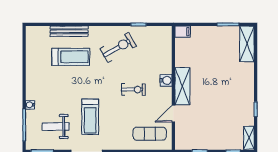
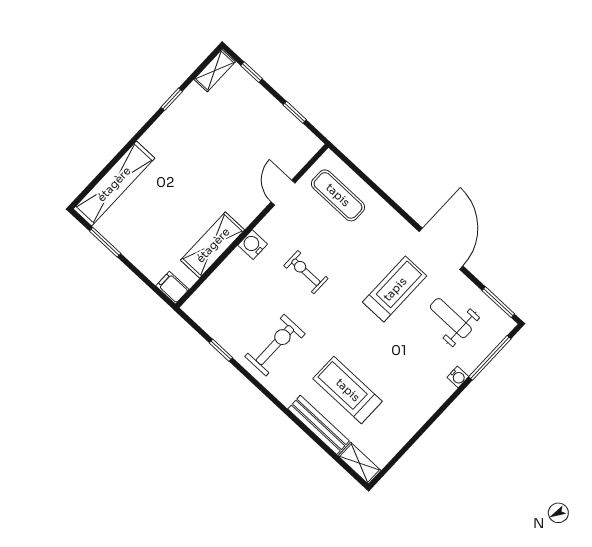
shelving: (37, 31) -> (360, 463), added
shelving: (247, 44) -> (114, 184), width x1.47
exercise bike: (118, 47) -> (275, 345), turned 120
shelving: (182, 86) -> (213, 245), moved
door: (173, 114) -> (283, 193), swing flipped
weight bench: (56, 126) -> (451, 318), turned 180

